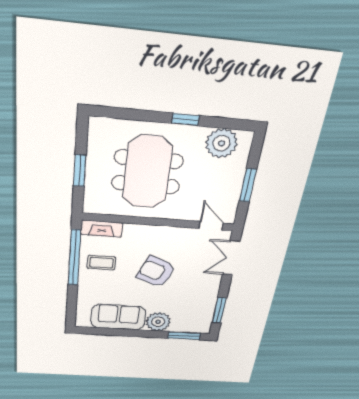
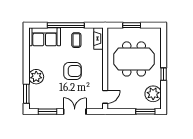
window: (248, 185) -> (145, 112), moved
window: (74, 258) -> (66, 25), moved
double door: (231, 258) -> (75, 112), moved
armchair: (156, 272) -> (73, 71), turned 68
sofa: (118, 317) -> (45, 37), moved, turned 90

